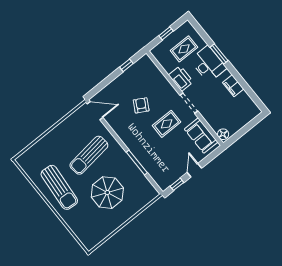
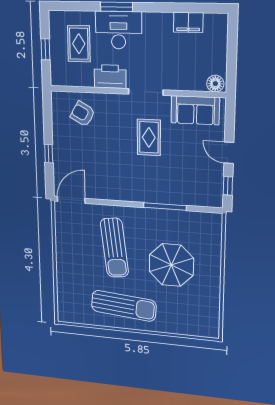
window: (126, 65) -> (49, 154), moved
filing cabinet: (233, 86) -> (188, 22), moved
armchair: (141, 105) -> (83, 114), moved

